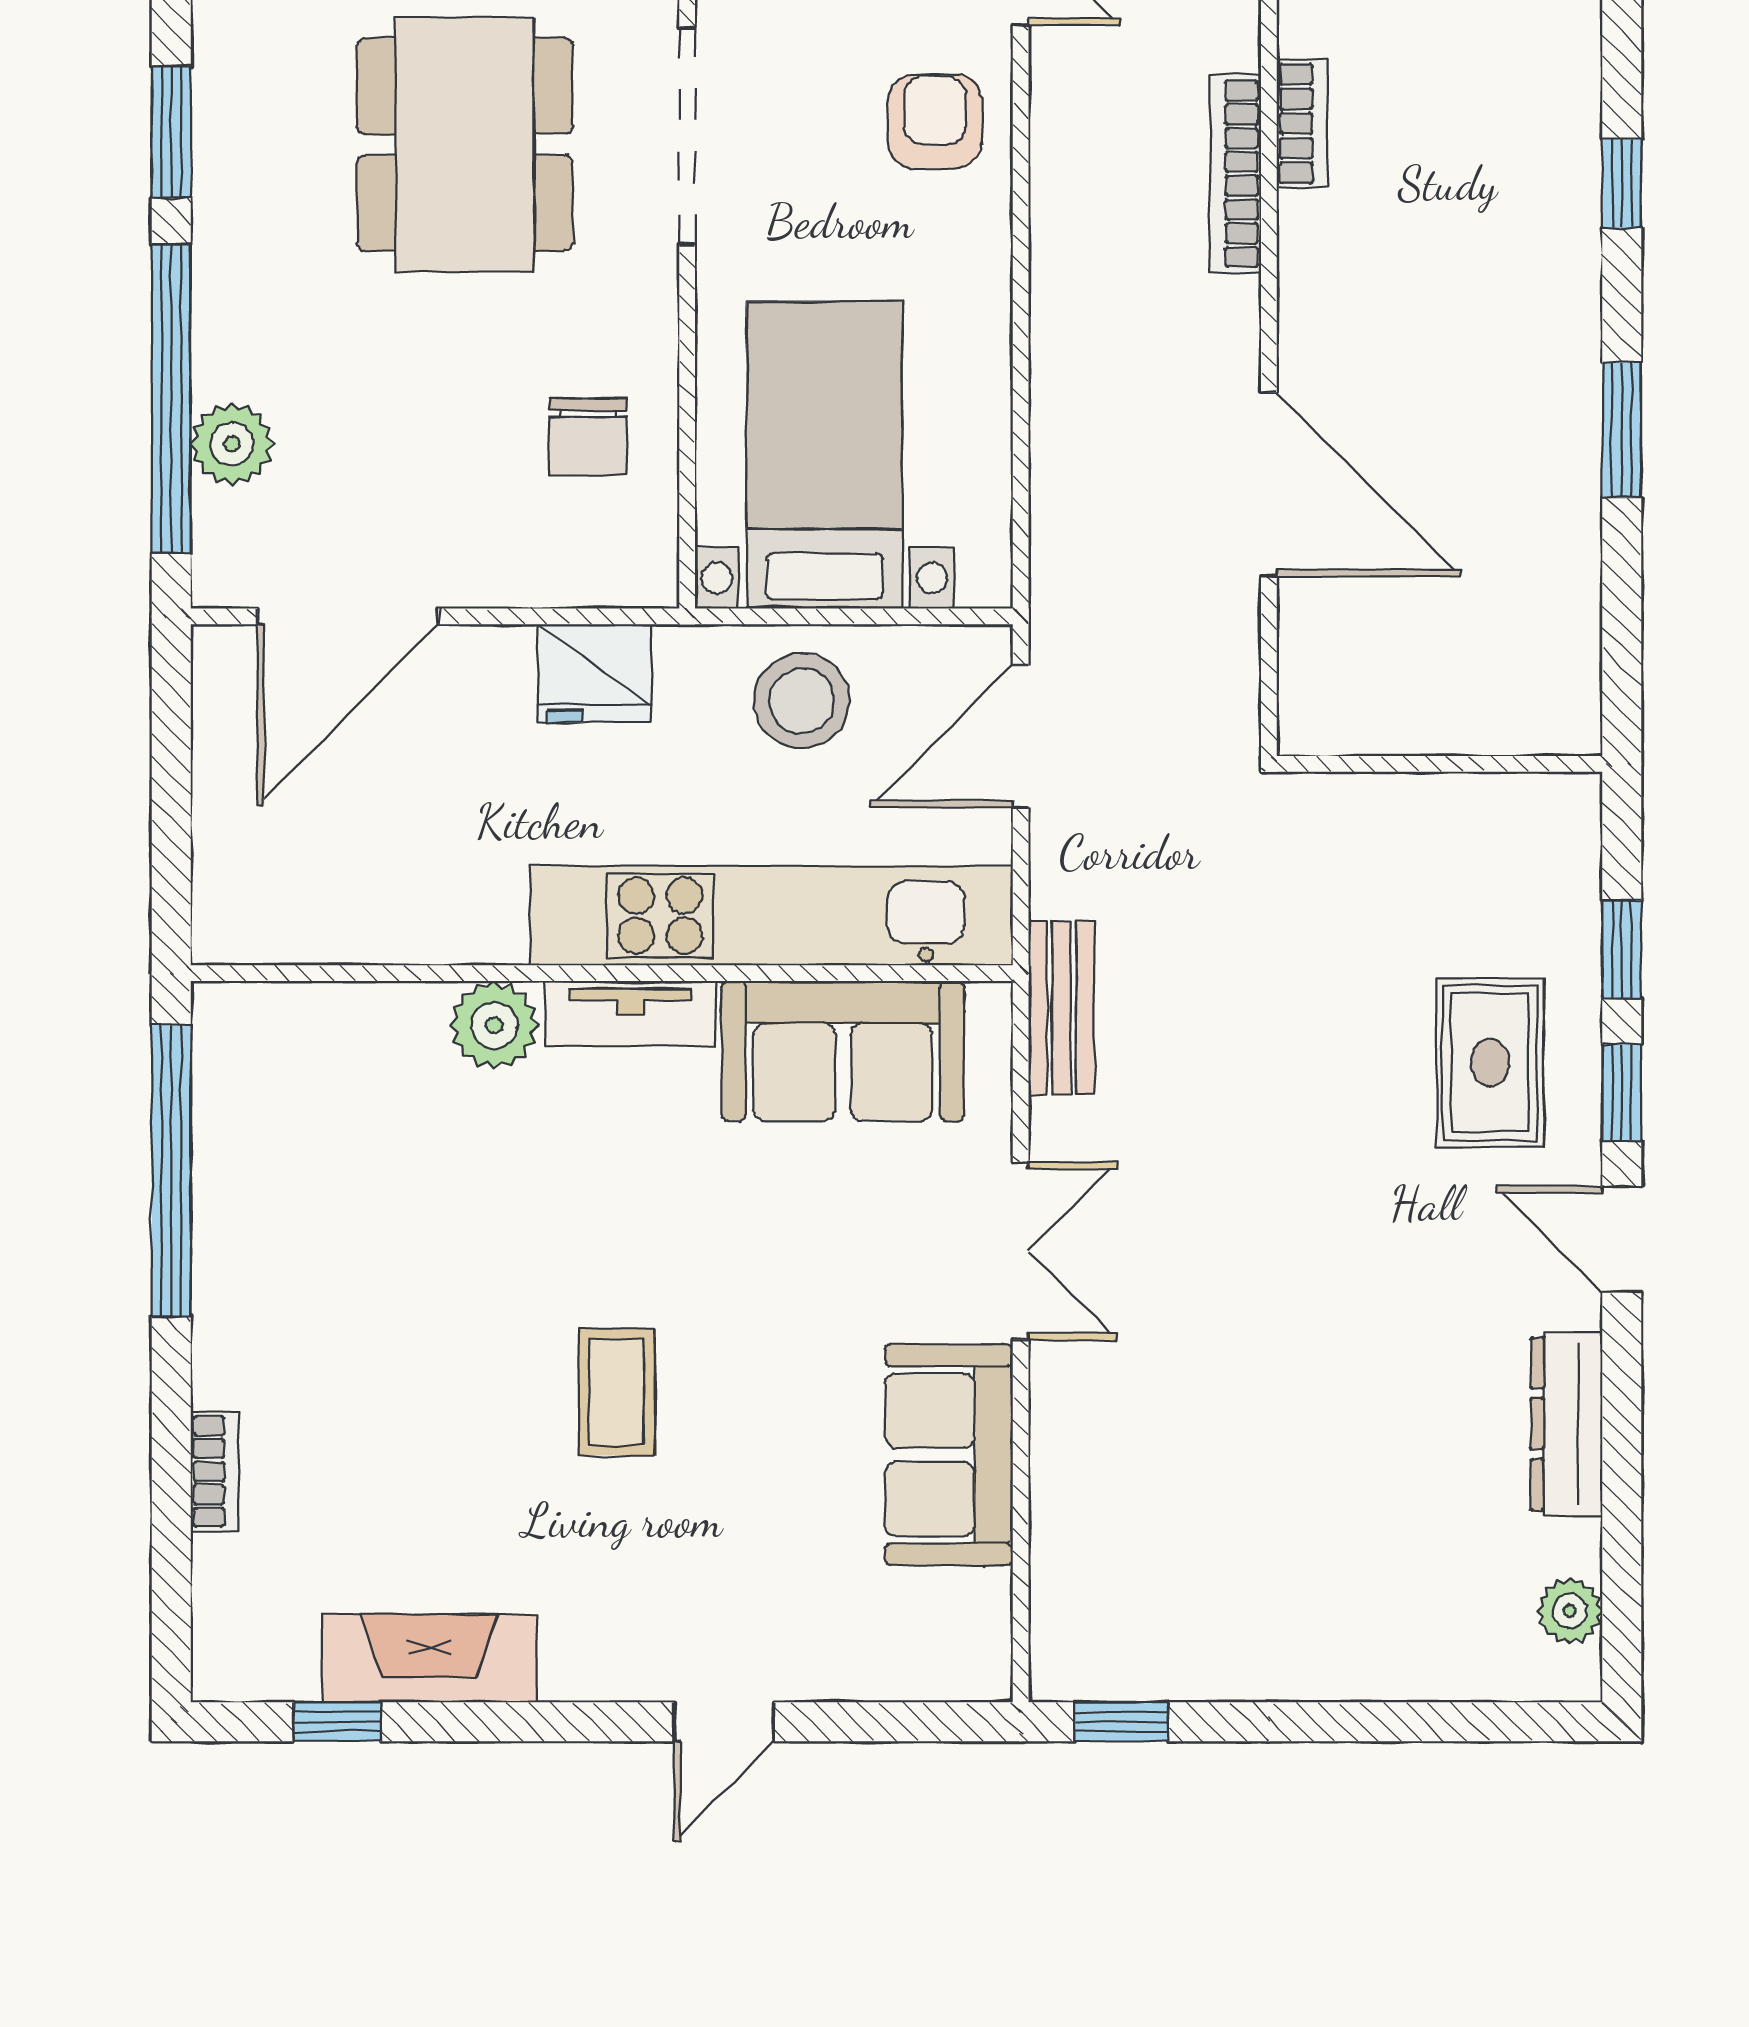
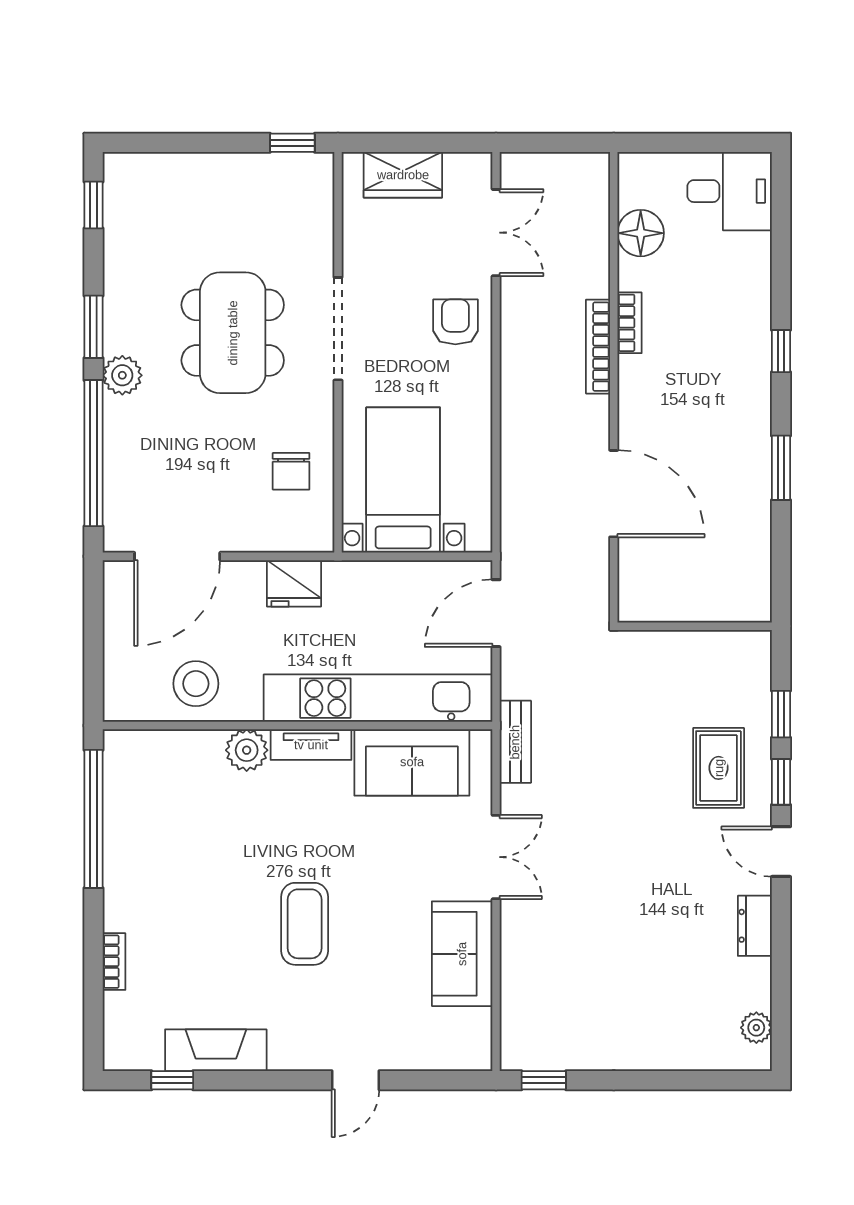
plant: (232, 444) -> (122, 375), moved
stool: (802, 701) -> (196, 684), moved
coffee table: (617, 1392) -> (305, 924), width x1.36, depth x1.30
dresser: (1567, 1424) -> (755, 926), width x0.70

